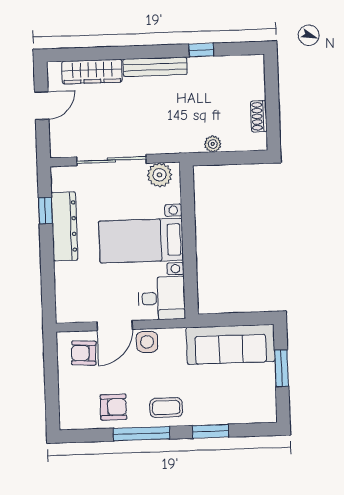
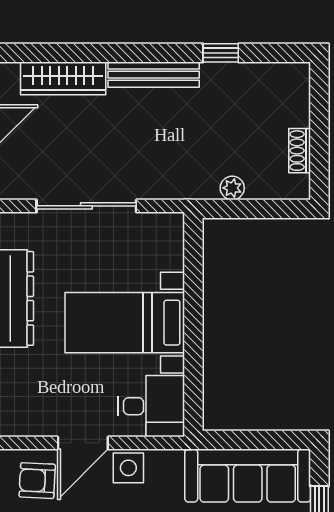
plant: (160, 175) -> (155, 230), removed

